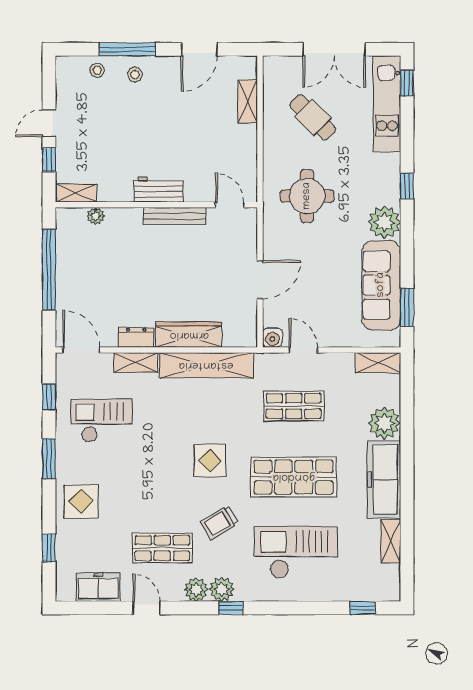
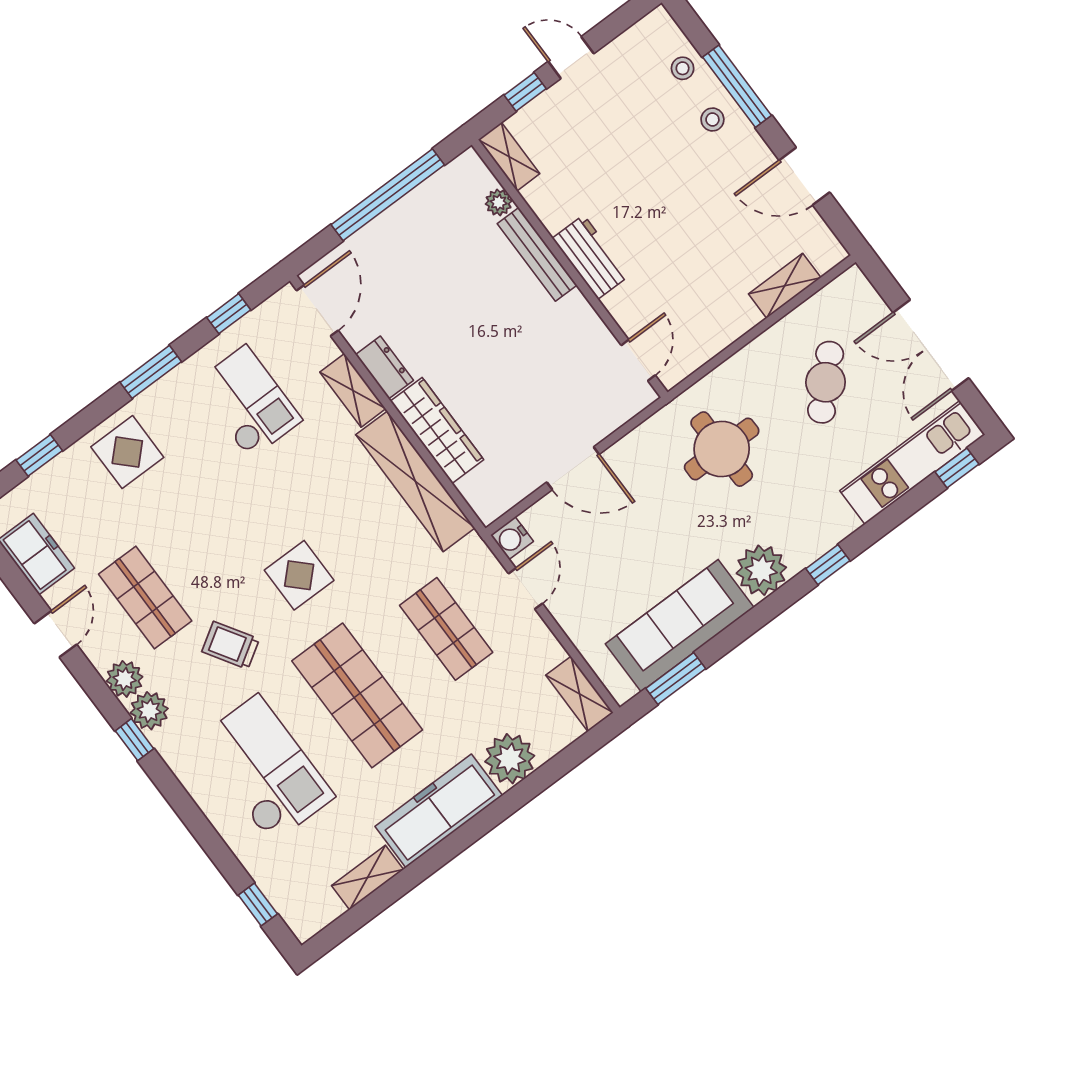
bench: (175, 216) -> (537, 254), moved

